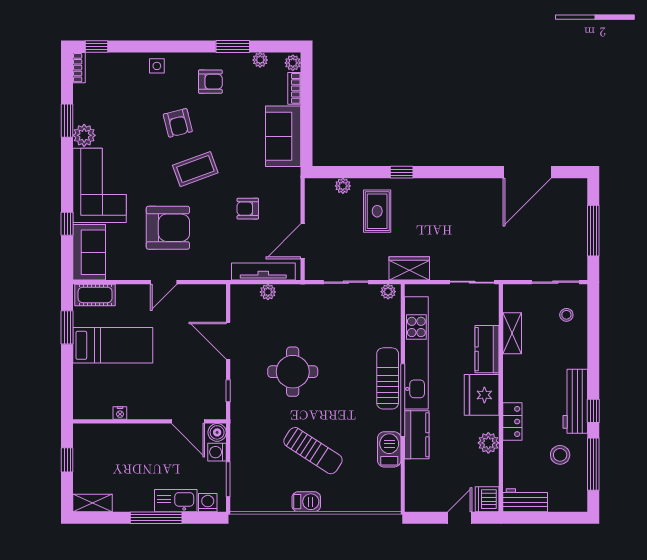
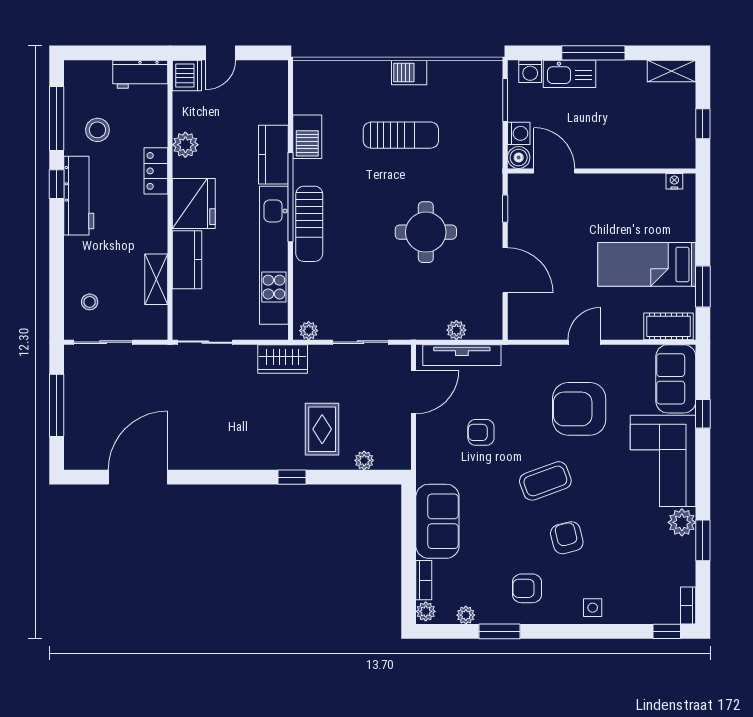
armchair: (248, 209) -> (481, 432), turned 180
nightstand: (120, 413) -> (674, 181), moved
sun lounger: (313, 451) -> (401, 135), turned 147

